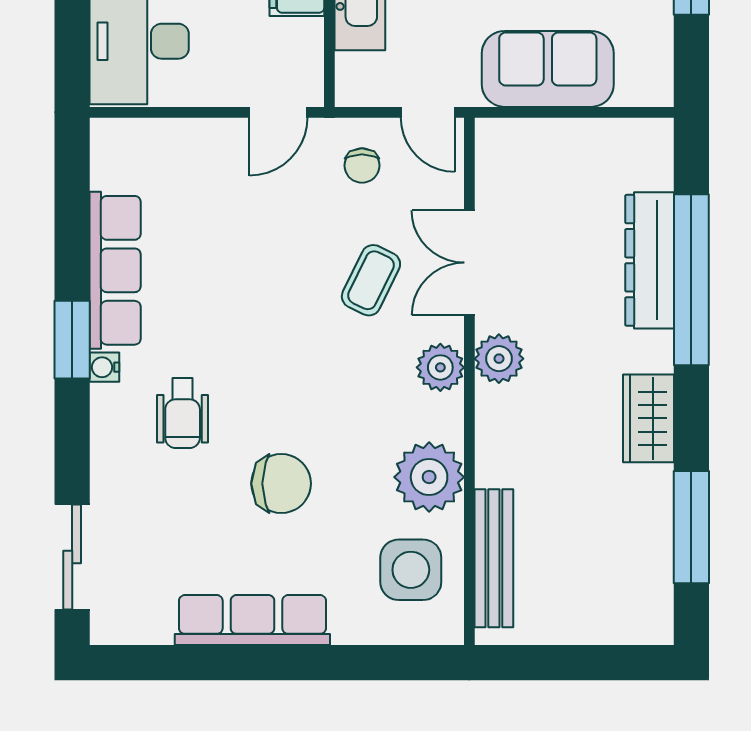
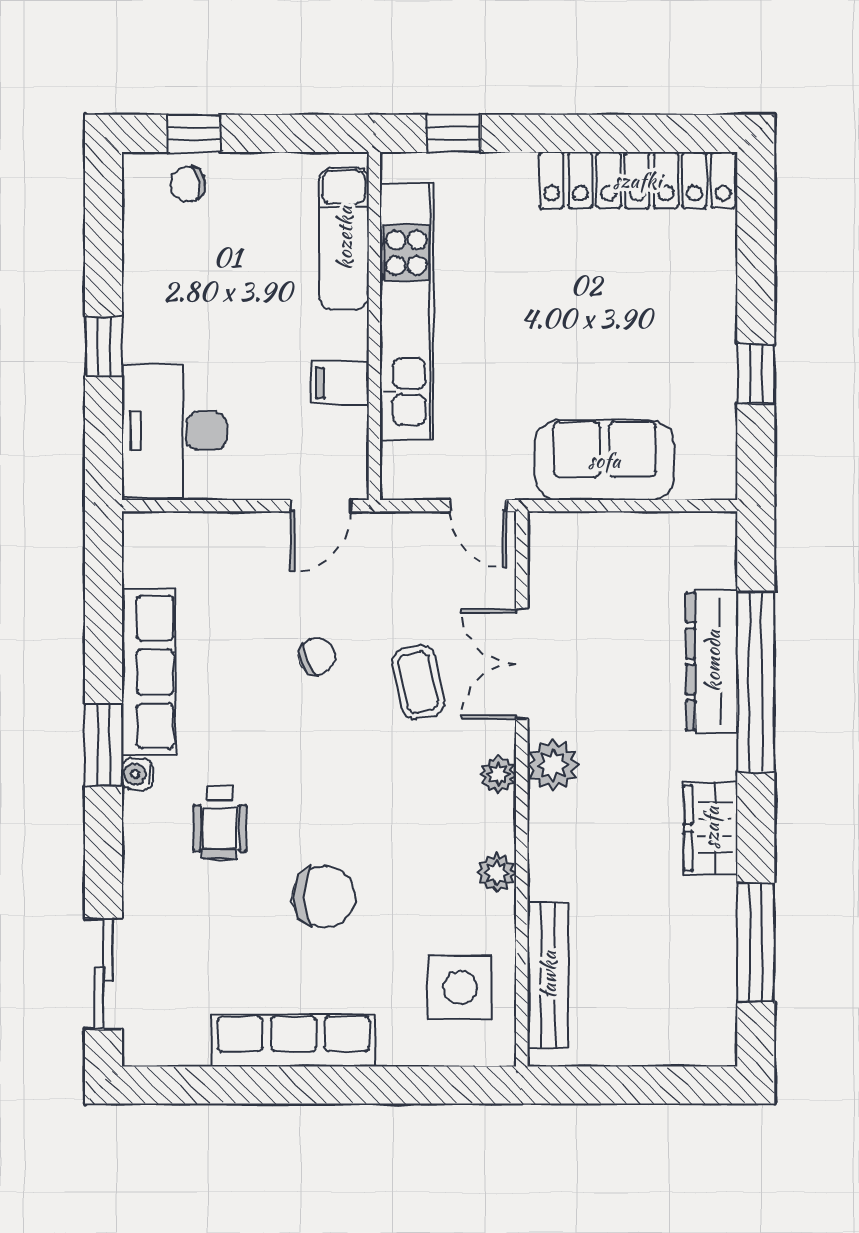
chair: (362, 166) -> (317, 656), moved, turned -114
coffee table: (371, 280) -> (418, 682), turned -38
plant: (440, 367) -> (498, 774), width x0.73, depth x0.73
plant: (429, 477) -> (497, 873), width x0.53, depth x0.53

